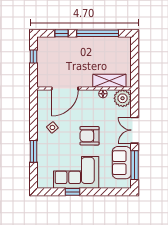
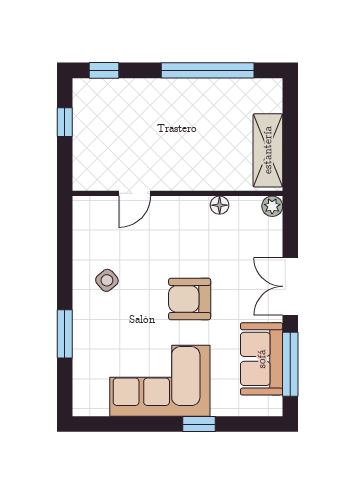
window: (62, 33) -> (104, 70), moved
shelving: (109, 81) -> (268, 150), moved, turned 90
door: (65, 88) -> (135, 193), width x0.53
plant: (123, 98) -> (272, 206), width x0.53, depth x0.53
window: (73, 192) -> (199, 424), moved

